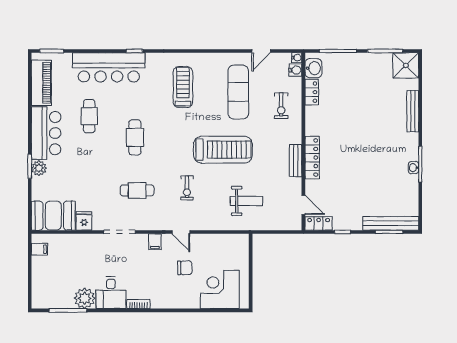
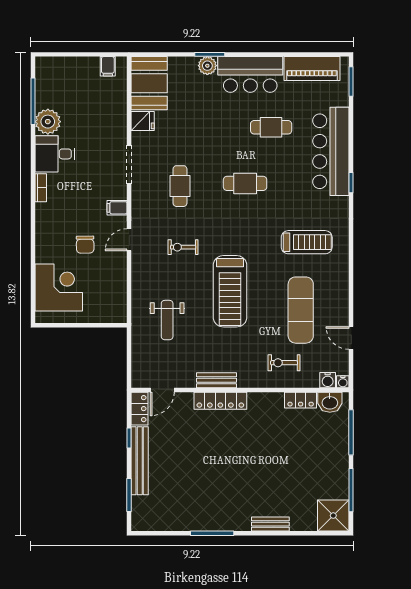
exercise mat: (238, 92) -> (301, 310), turned 90
bench: (413, 111) -> (270, 524), width x0.73
washbasin: (414, 168) -> (208, 525), removed
bench: (391, 223) -> (140, 461), moved

